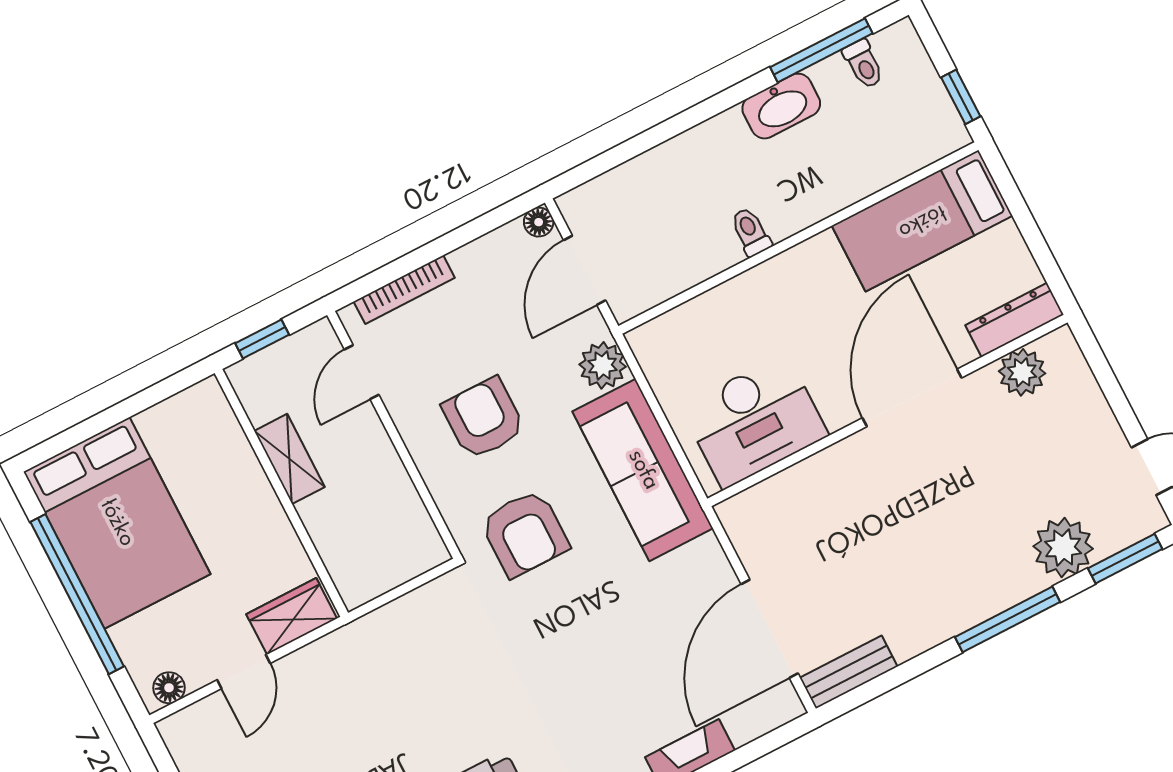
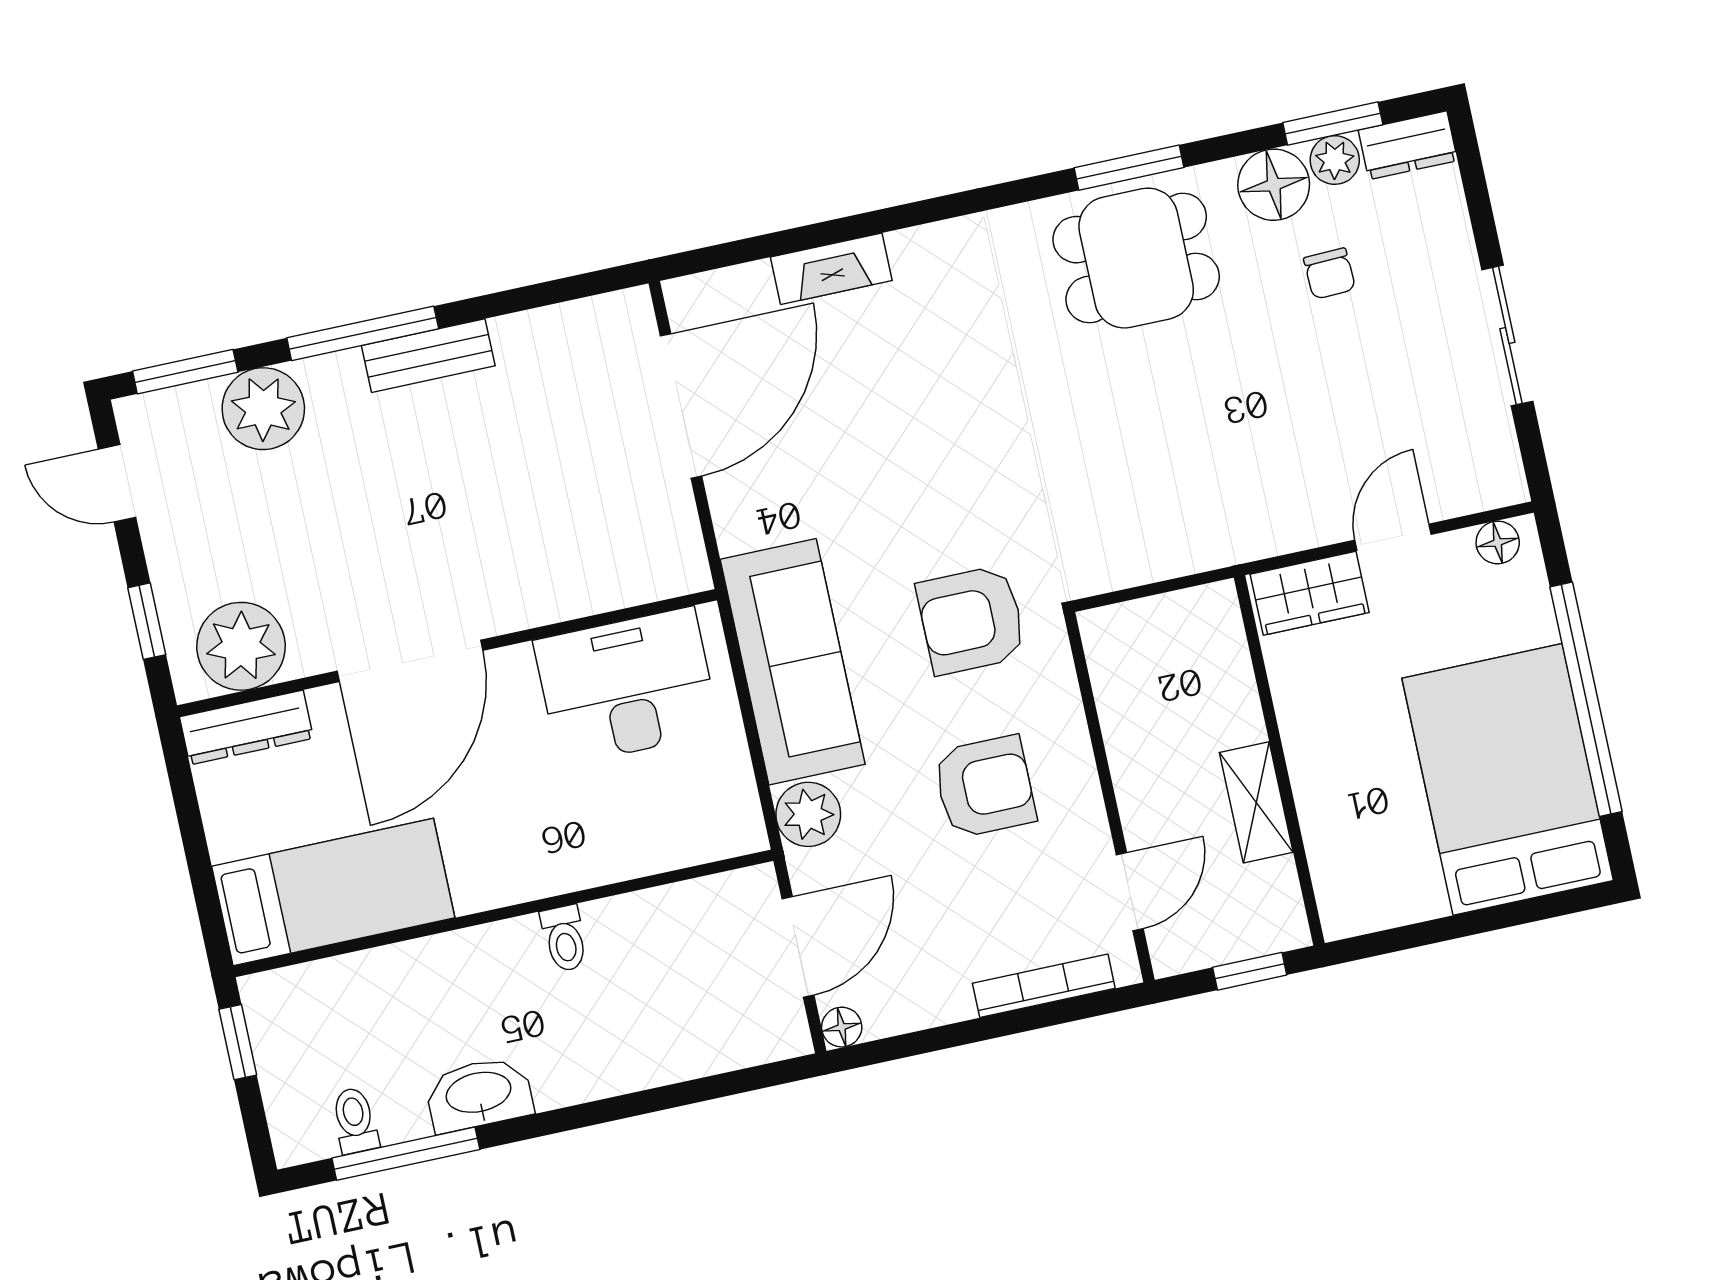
plant: (1022, 372) -> (241, 646), width x1.36, depth x1.36
window: (1105, 376) -> (147, 621), added
armchair: (484, 418) -> (985, 787), turned -90
armchair: (525, 533) -> (971, 620), turned -90
bench: (849, 672) -> (428, 356), moved

